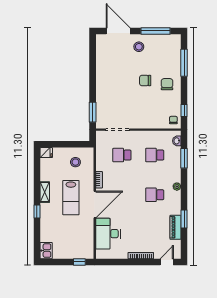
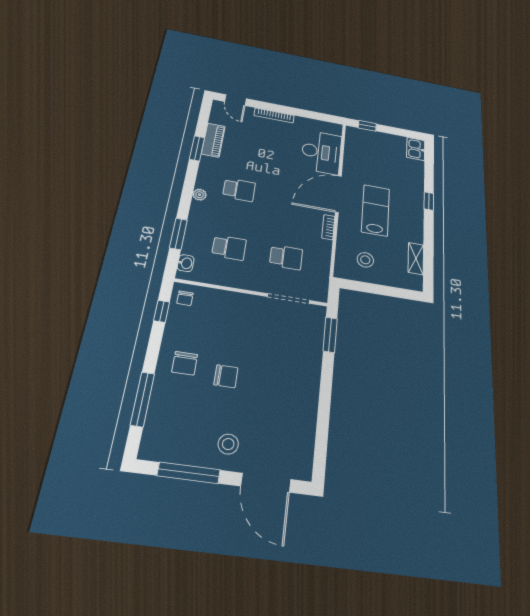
fridge: (46, 153) -> (413, 282), removed
shelving: (45, 192) -> (416, 259), moved
door: (167, 262) -> (235, 100), hinge flipped

